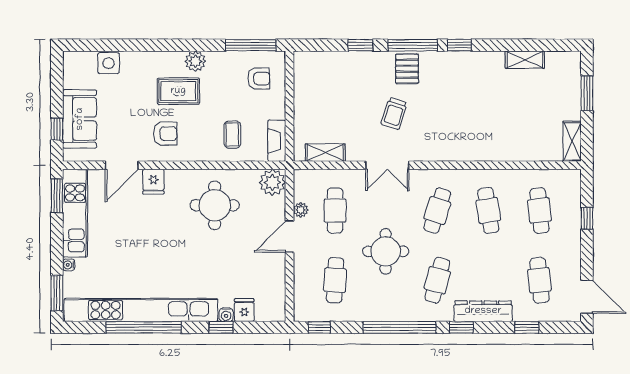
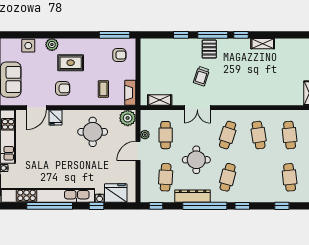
shelving: (525, 60) -> (263, 44), moved
plant: (195, 61) -> (52, 45), moved
fridge: (244, 310) -> (116, 193), width x1.88, depth x1.34
dresser: (483, 311) -> (193, 196), moved

